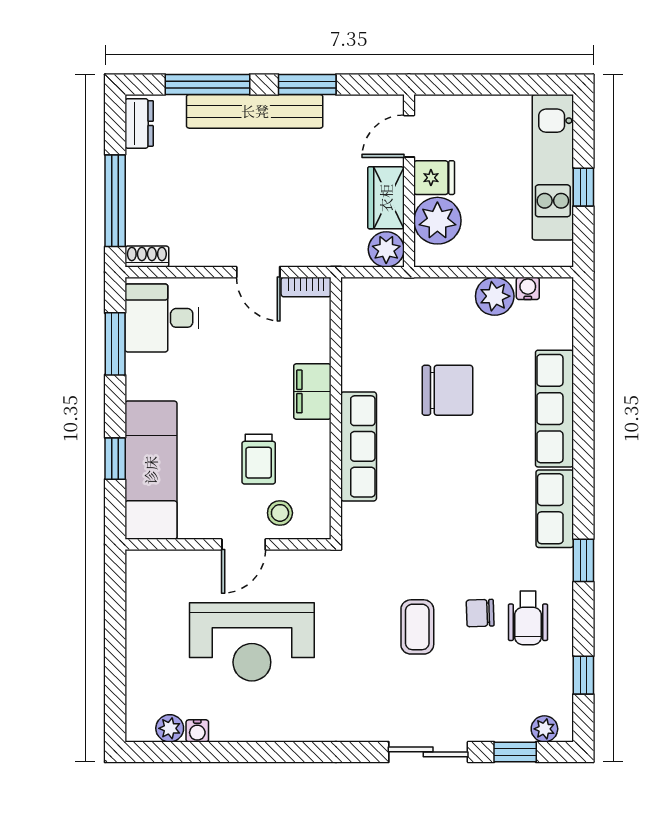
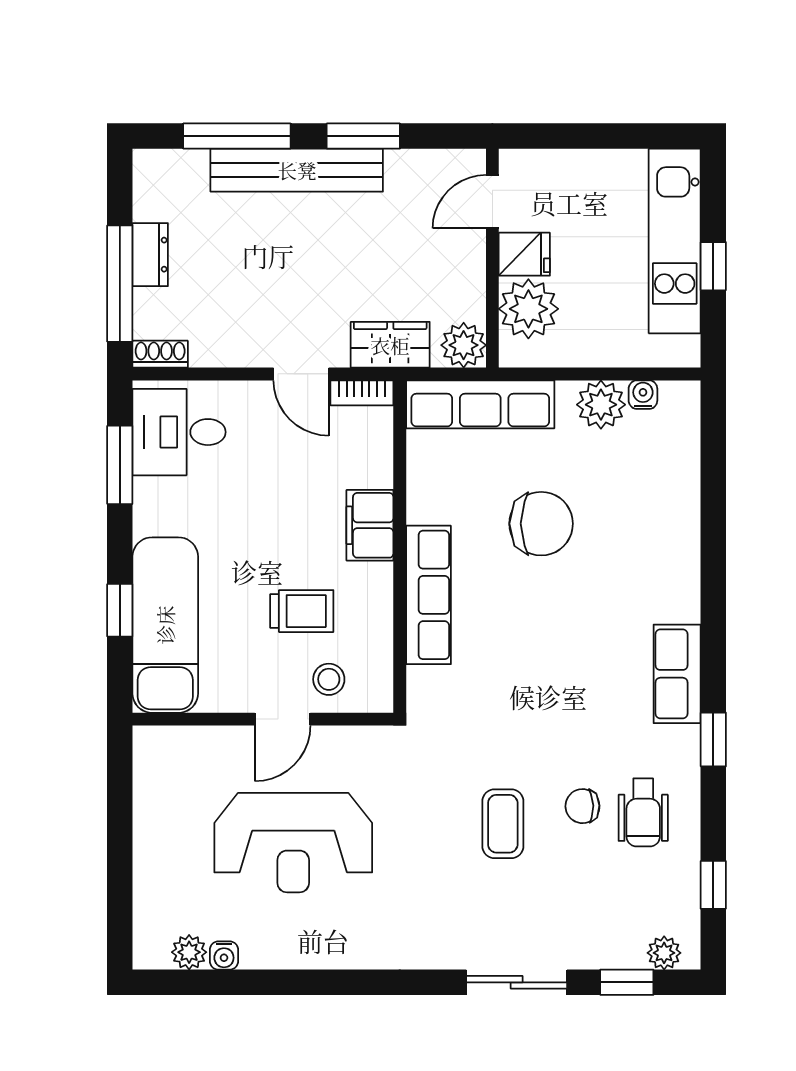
dresser: (139, 123) -> (150, 255), moved
wardrobe: (386, 198) -> (390, 345), moved, turned 90
row of seats: (554, 409) -> (480, 404), moved, turned -90
trolley: (259, 459) -> (302, 611), turned -90

